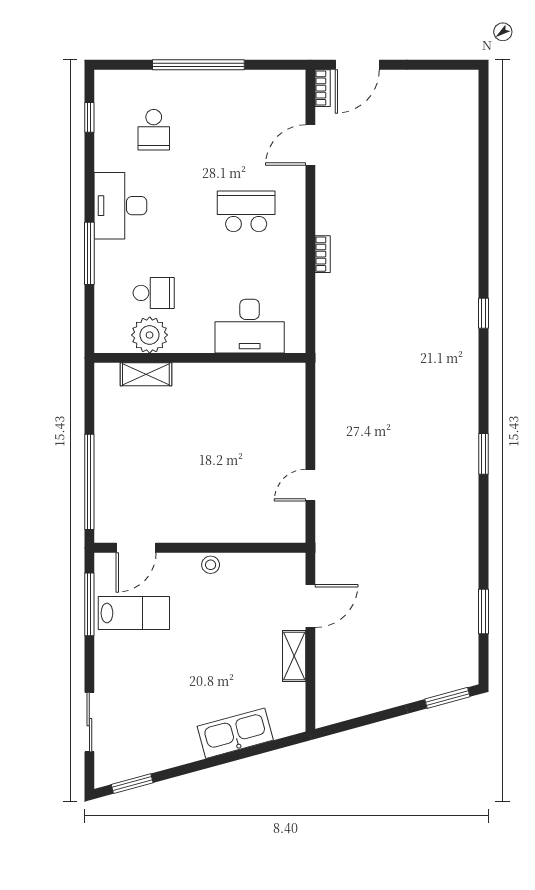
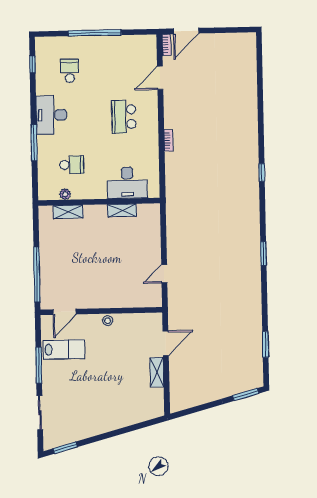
school desk: (154, 130) -> (70, 71), turned 180
school desk: (246, 211) -> (124, 117), turned -90
plant: (150, 335) -> (65, 194), width x0.53, depth x0.53
shelving: (239, 374) -> (122, 210), added
window: (89, 604) -> (39, 365), moved
kitchen sink: (235, 733) -> (124, 417), removed

